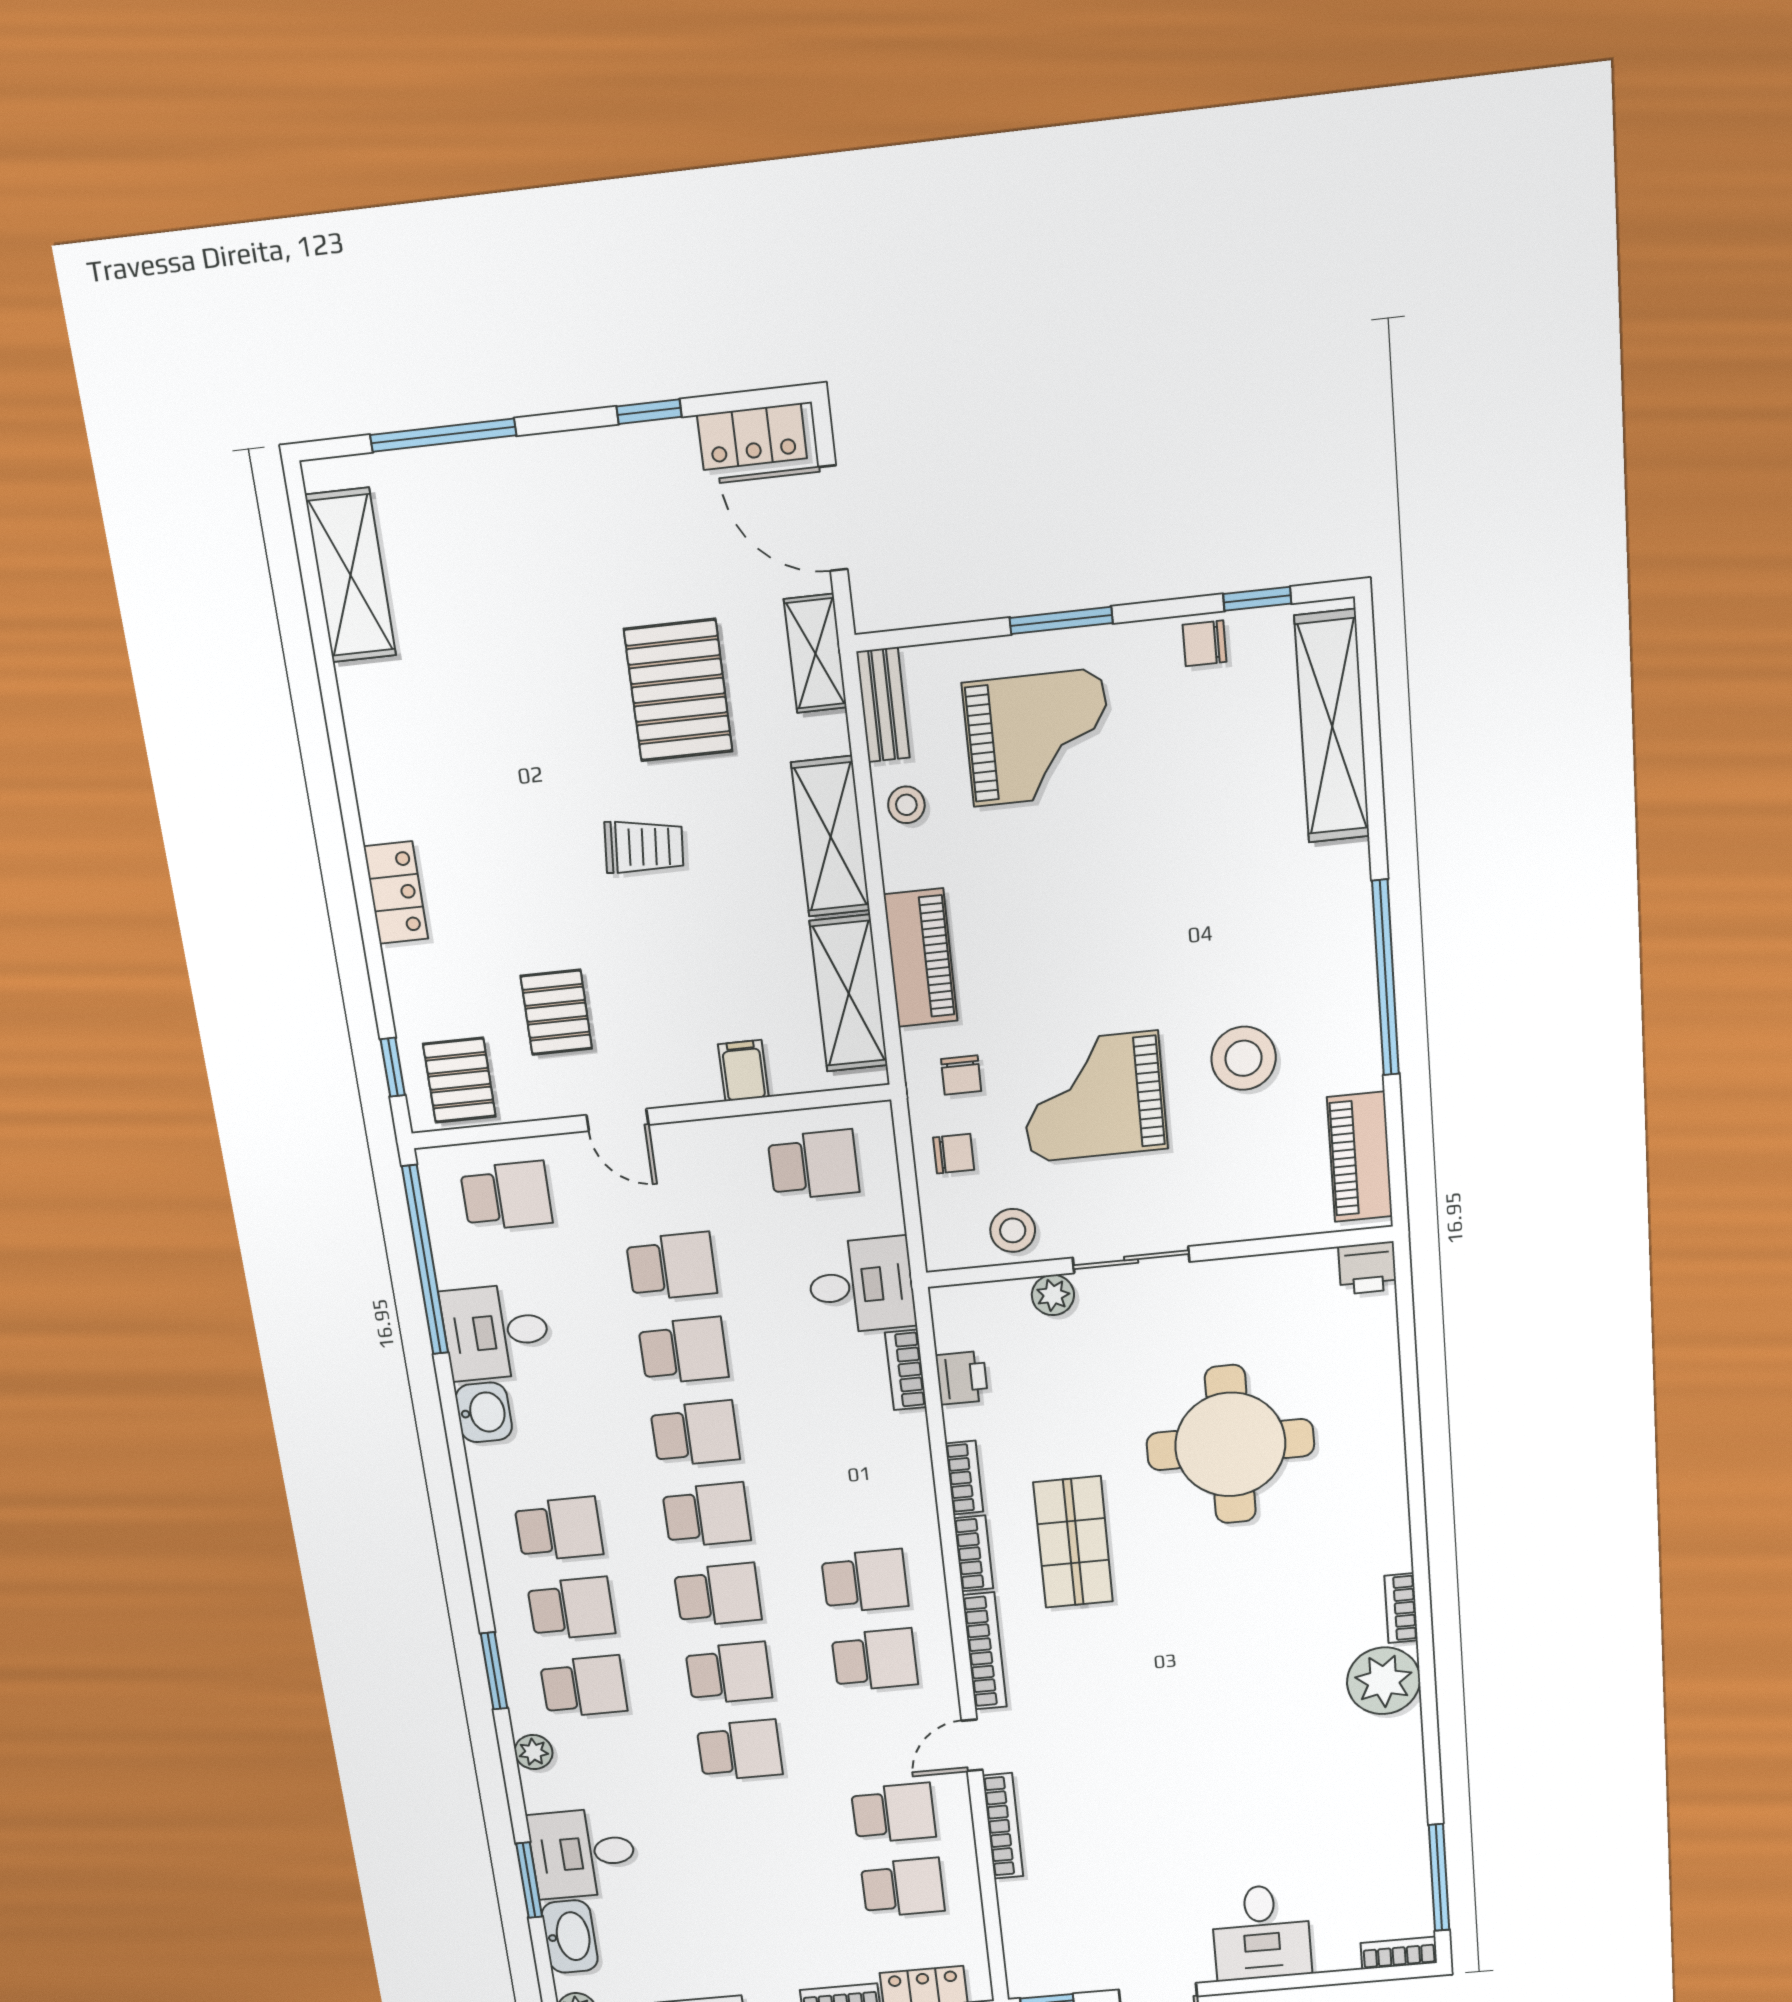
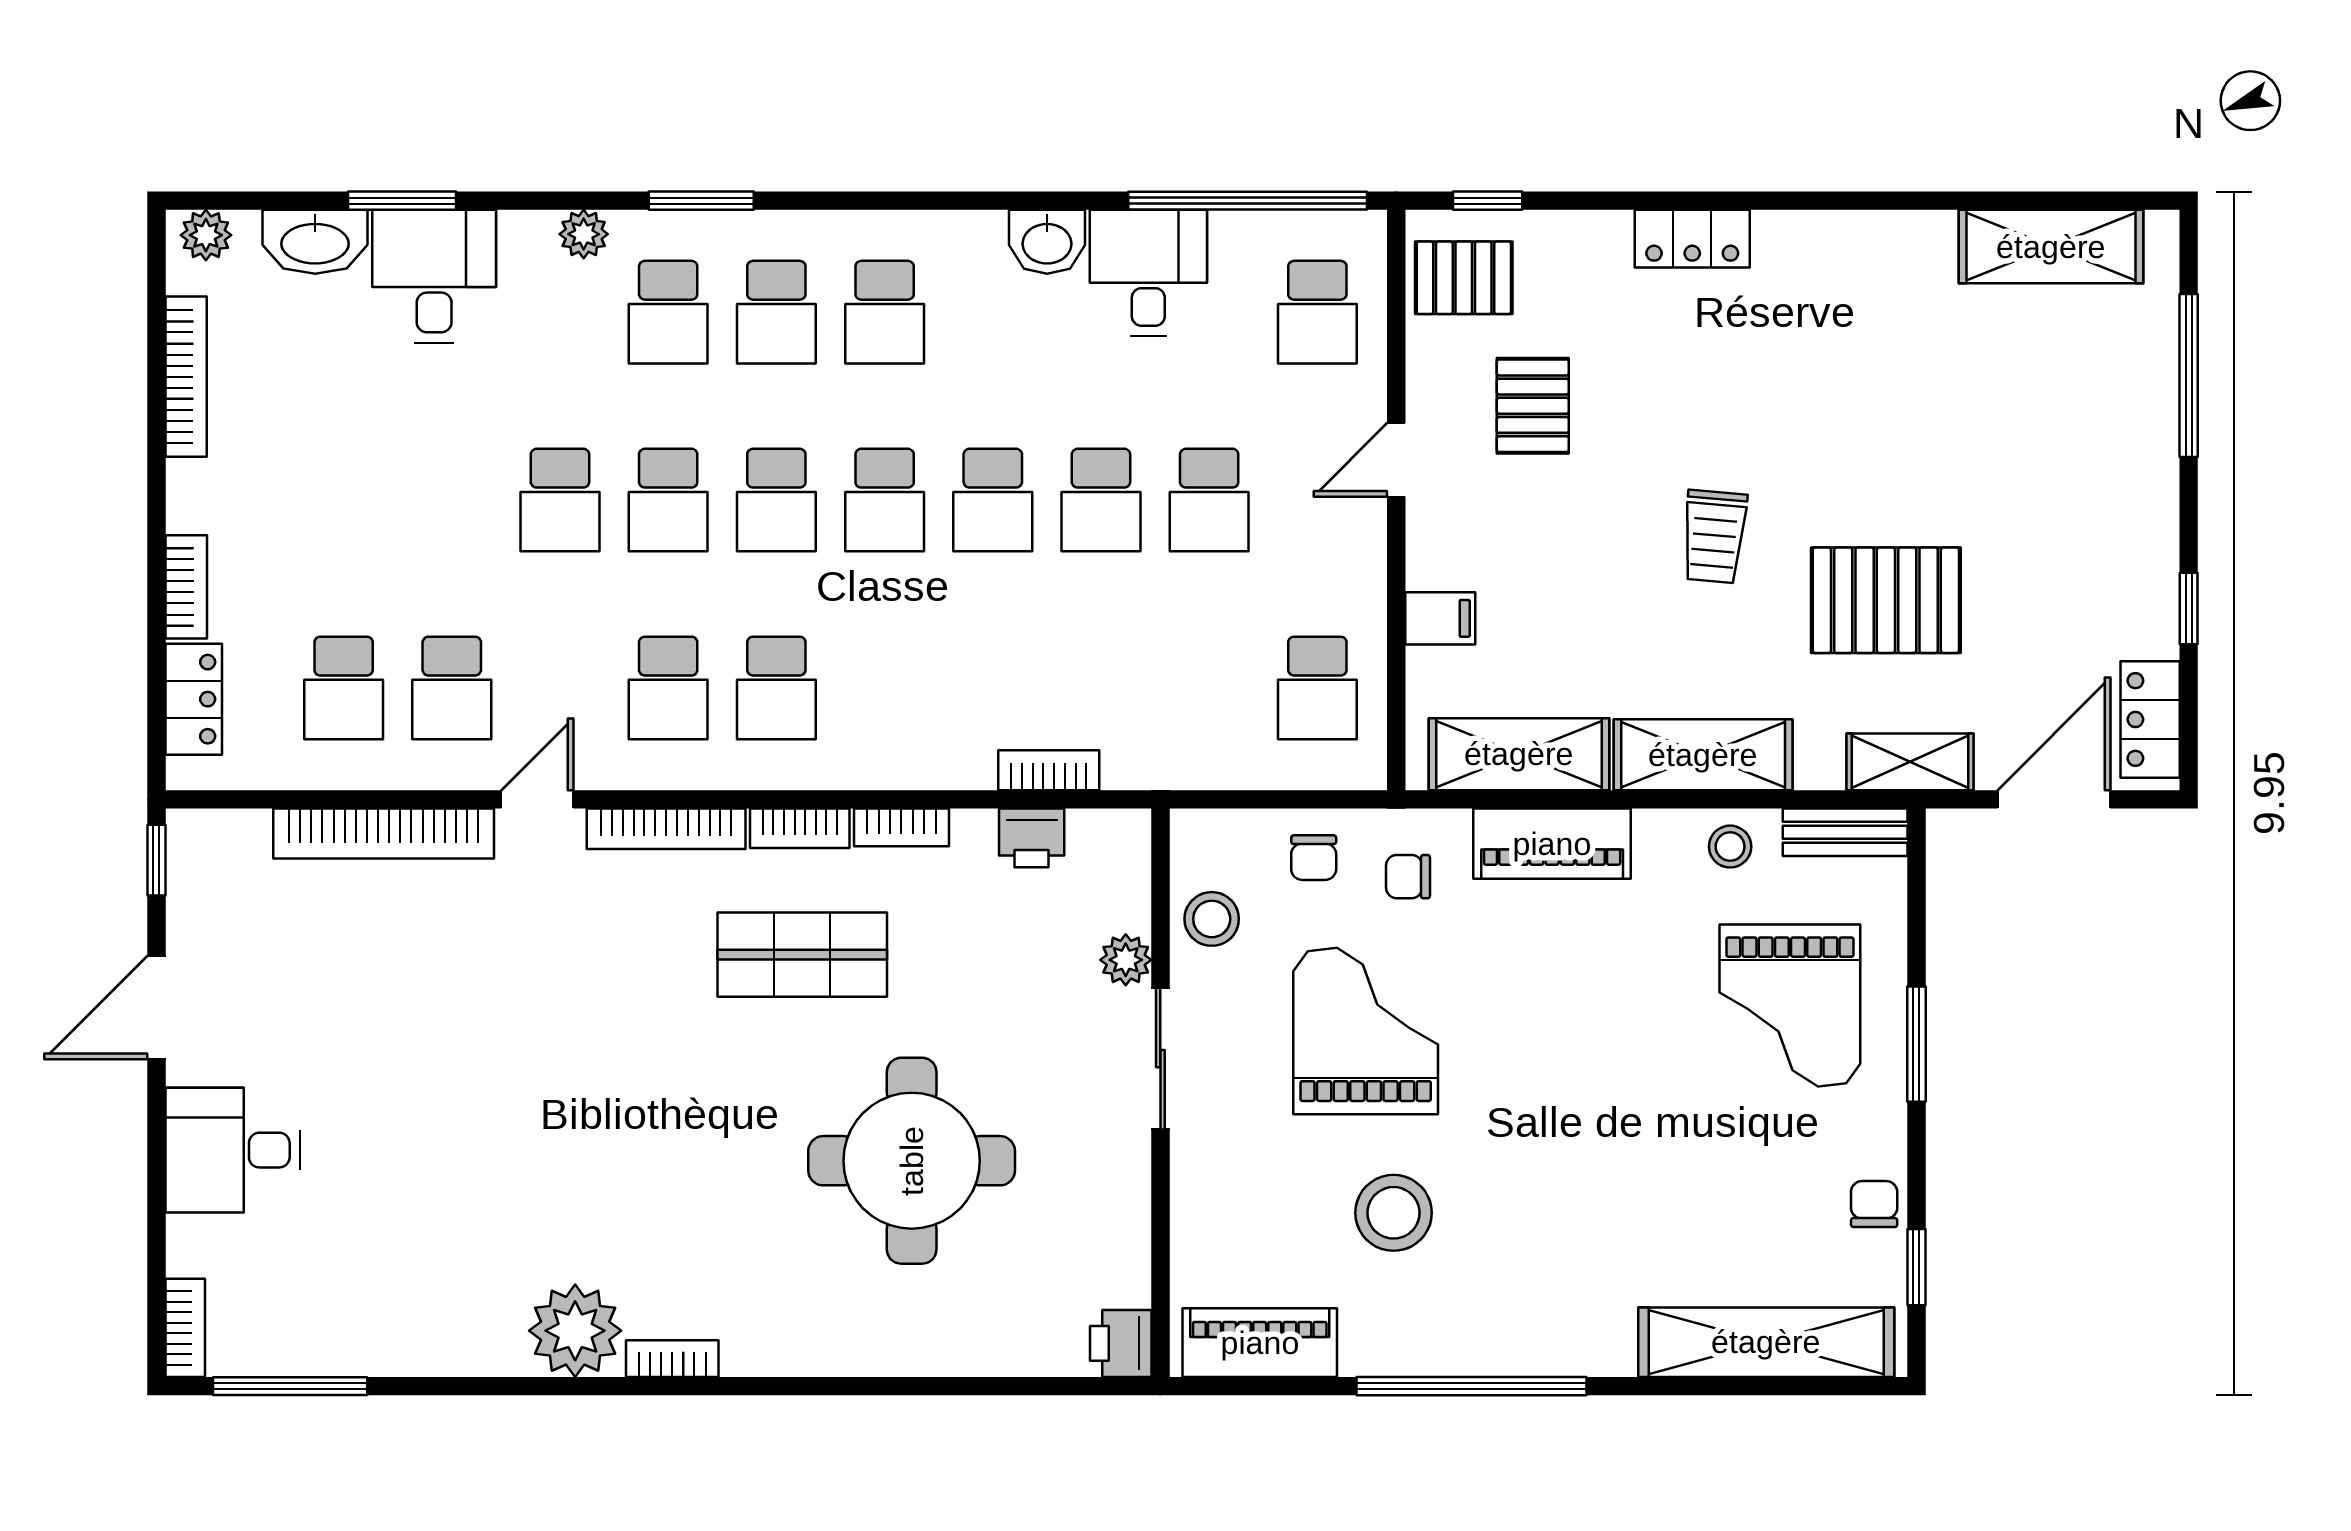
pallet: (556, 1012) -> (1533, 406), turned 90
desk: (861, 1285) -> (1162, 728), removed
door: (972, 1745) -> (537, 799), hinge flipped
bookcase: (1003, 1826) -> (384, 834), width x1.48, depth x1.31

